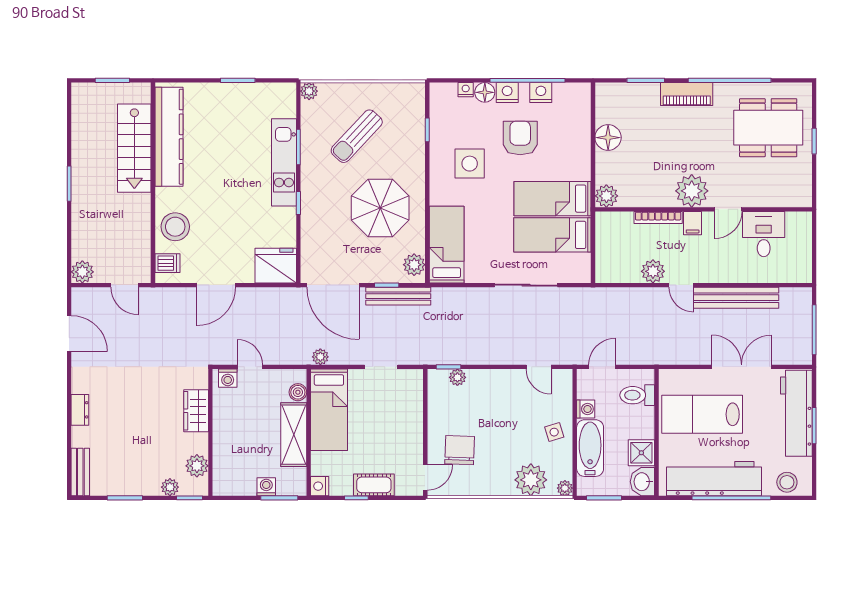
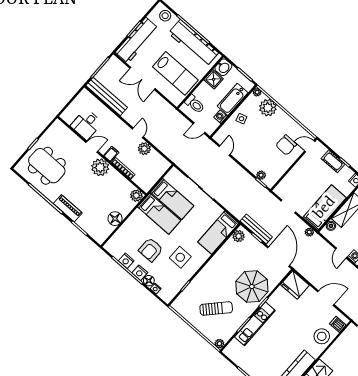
parasol: (380, 208) -> (252, 287), moved
bench: (736, 298) -> (107, 96), moved

